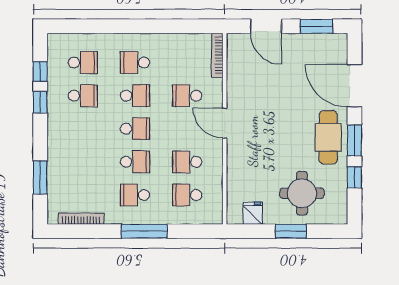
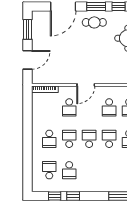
school desk: (83, 96) -> (69, 170), turned 180
cafe table: (328, 137) -> (94, 22), width x0.73, depth x0.74

